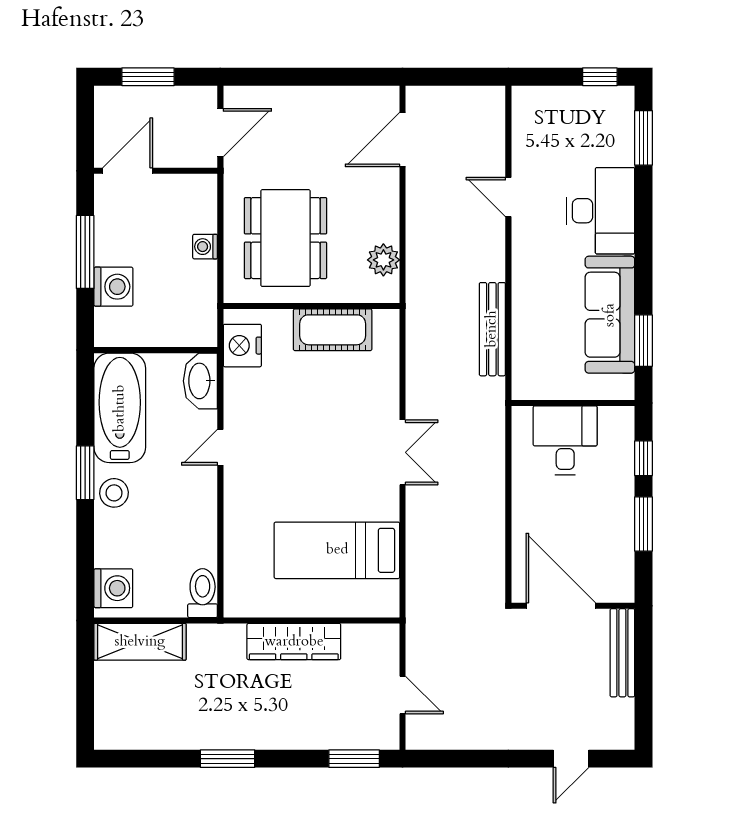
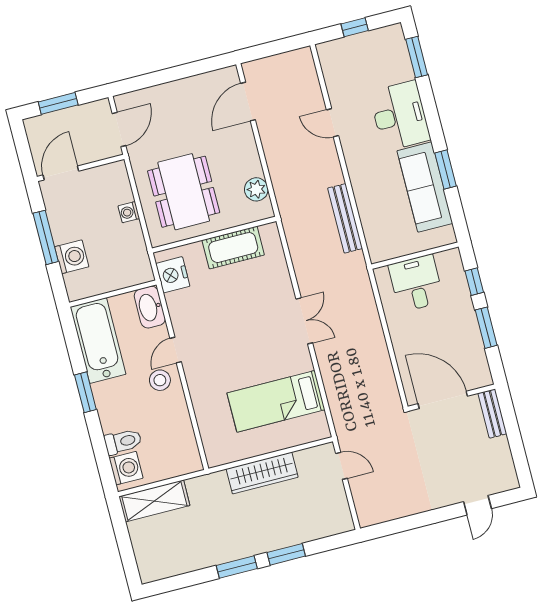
window: (600, 77) -> (355, 27), moved
window: (644, 341) -> (445, 169), moved
stool: (114, 493) -> (160, 380), moved
toilet: (203, 593) -> (123, 442), moved, turned 90
bench: (622, 653) -> (492, 414), width x0.73
door: (403, 695) -> (342, 466), moved
window: (354, 759) -> (286, 554), moved

